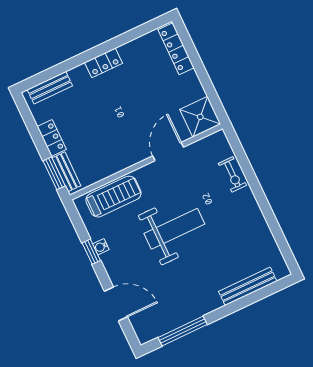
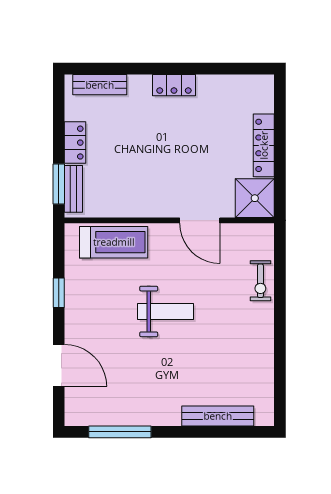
locker: (176, 49) -> (264, 145), moved
door: (168, 152) -> (200, 220), swing flipped
weight bench: (174, 229) -> (165, 311), width x0.73, depth x0.75
water cooler: (101, 247) -> (72, 292), removed

